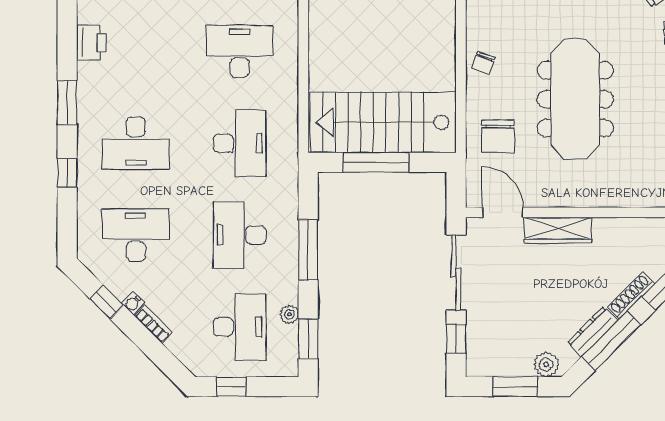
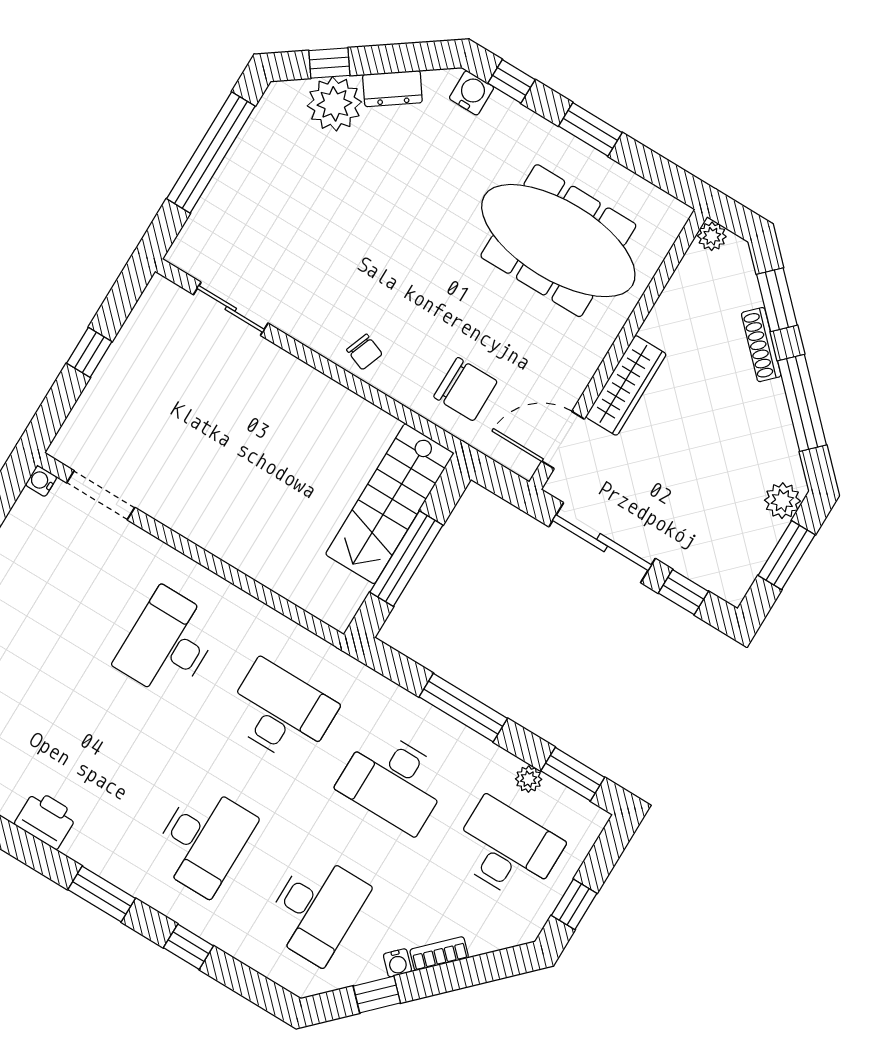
meeting table: (575, 99) -> (558, 241), moved
stairs: (383, 122) -> (390, 504), width x0.73, depth x0.66
desk: (136, 235) -> (316, 909), turned 180
dresser: (592, 332) -> (777, 419), removed

